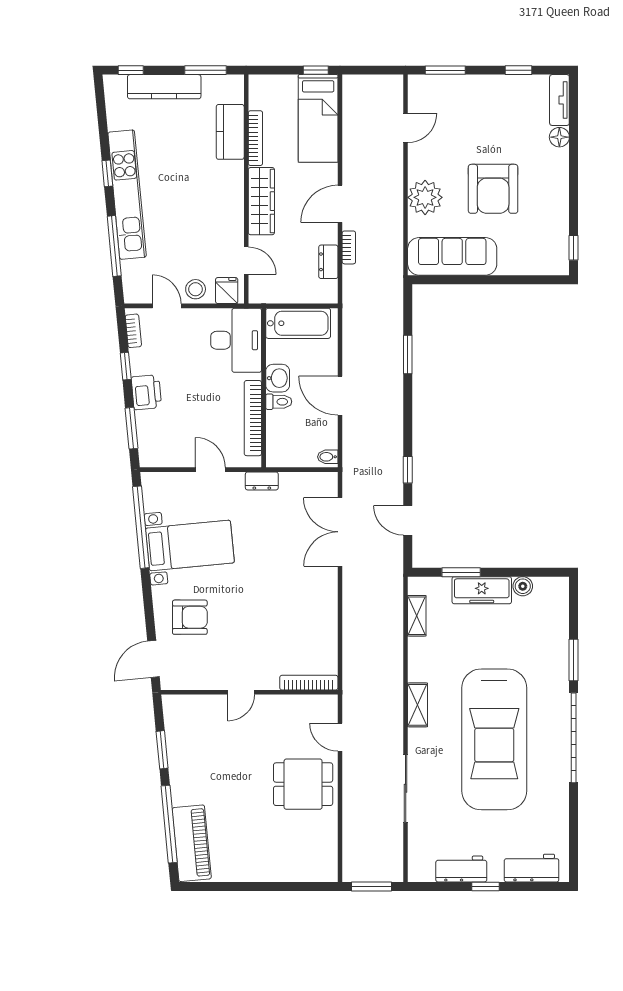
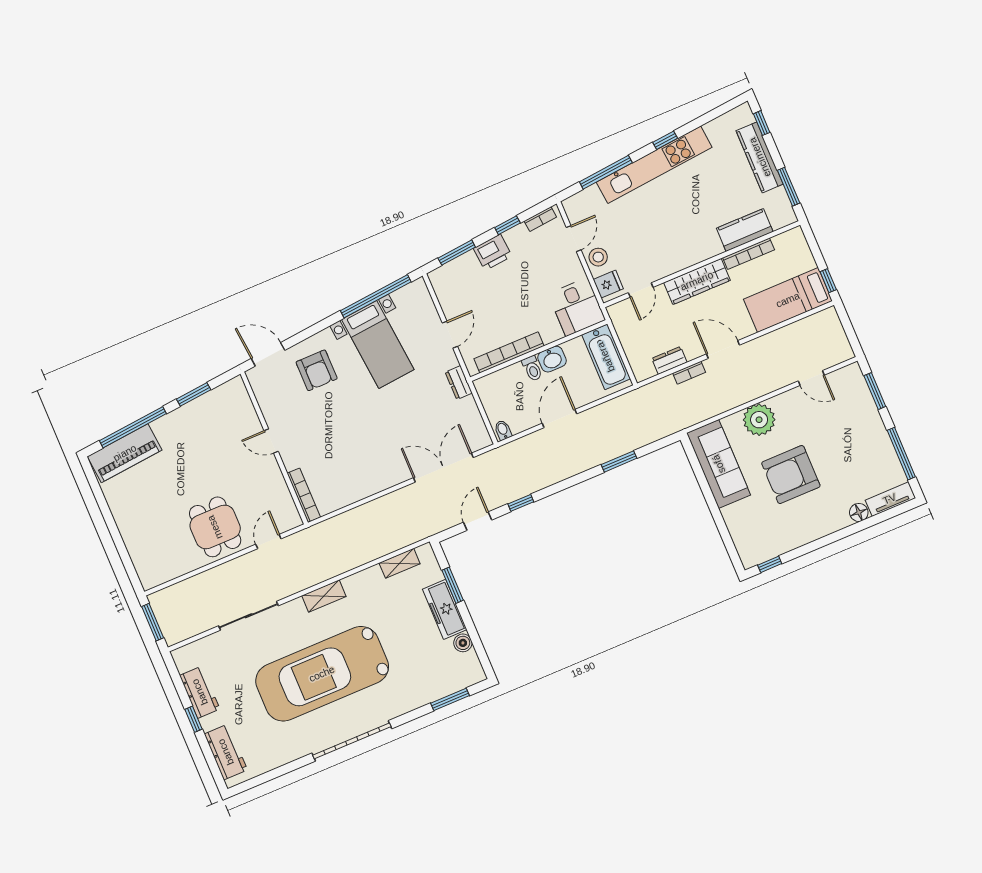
window: (519, 70) -> (901, 454), width x2.17
desk: (236, 340) -> (577, 307), width x0.73
window: (574, 660) -> (450, 699), moved

